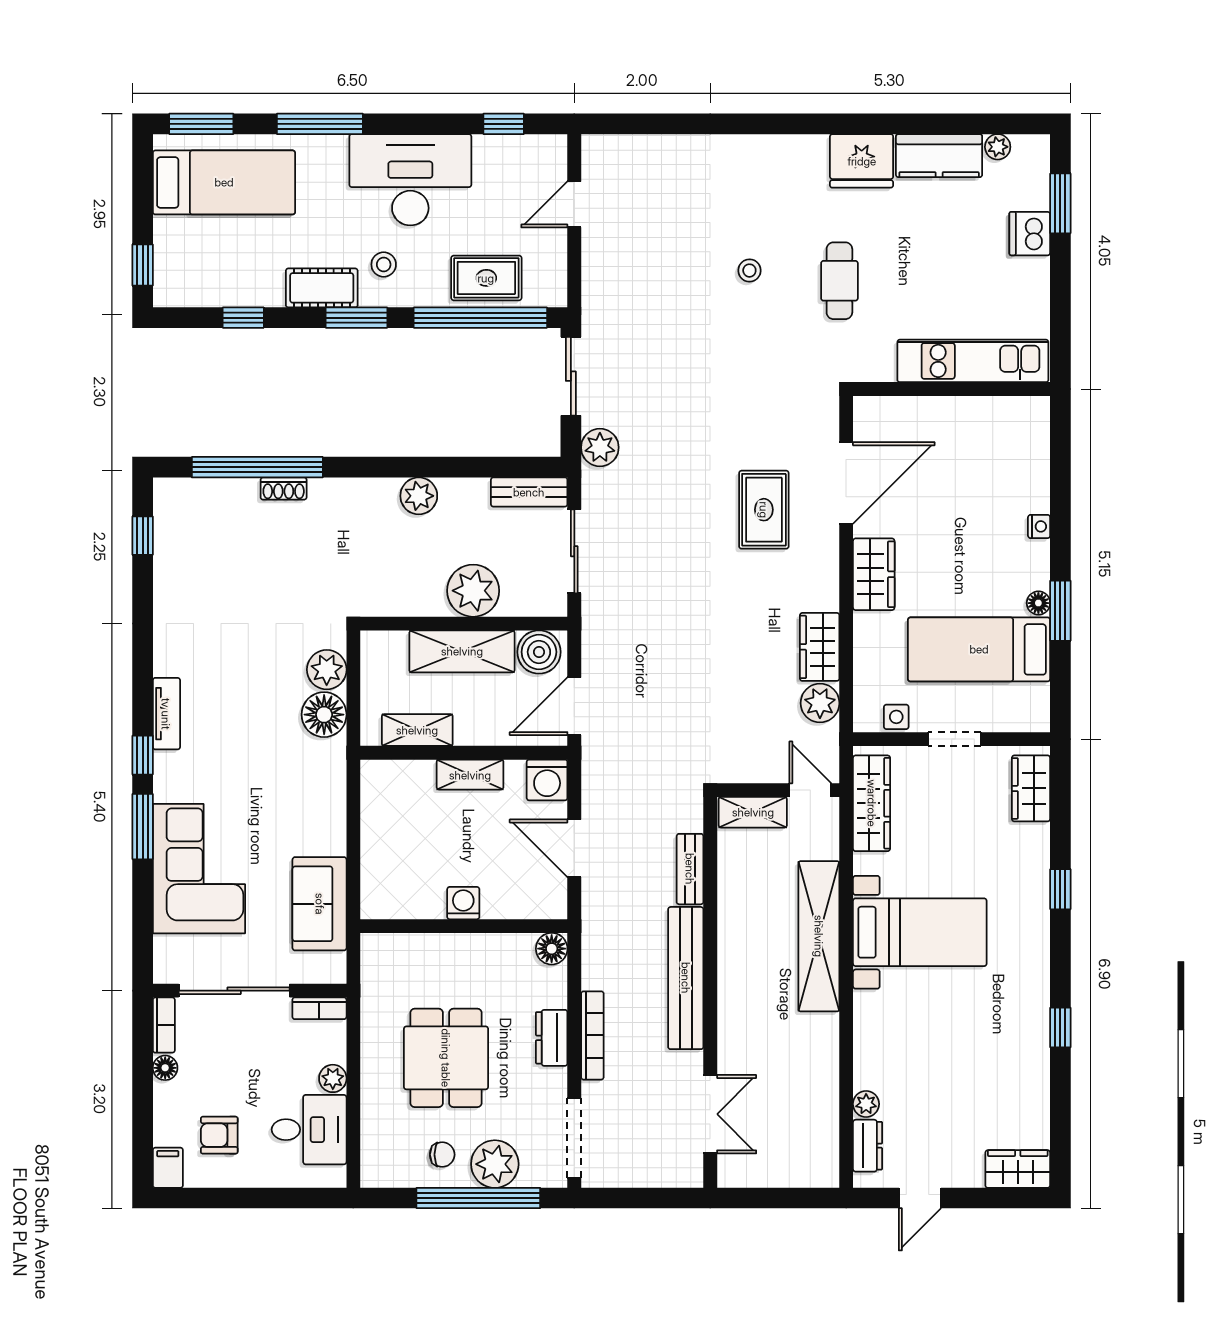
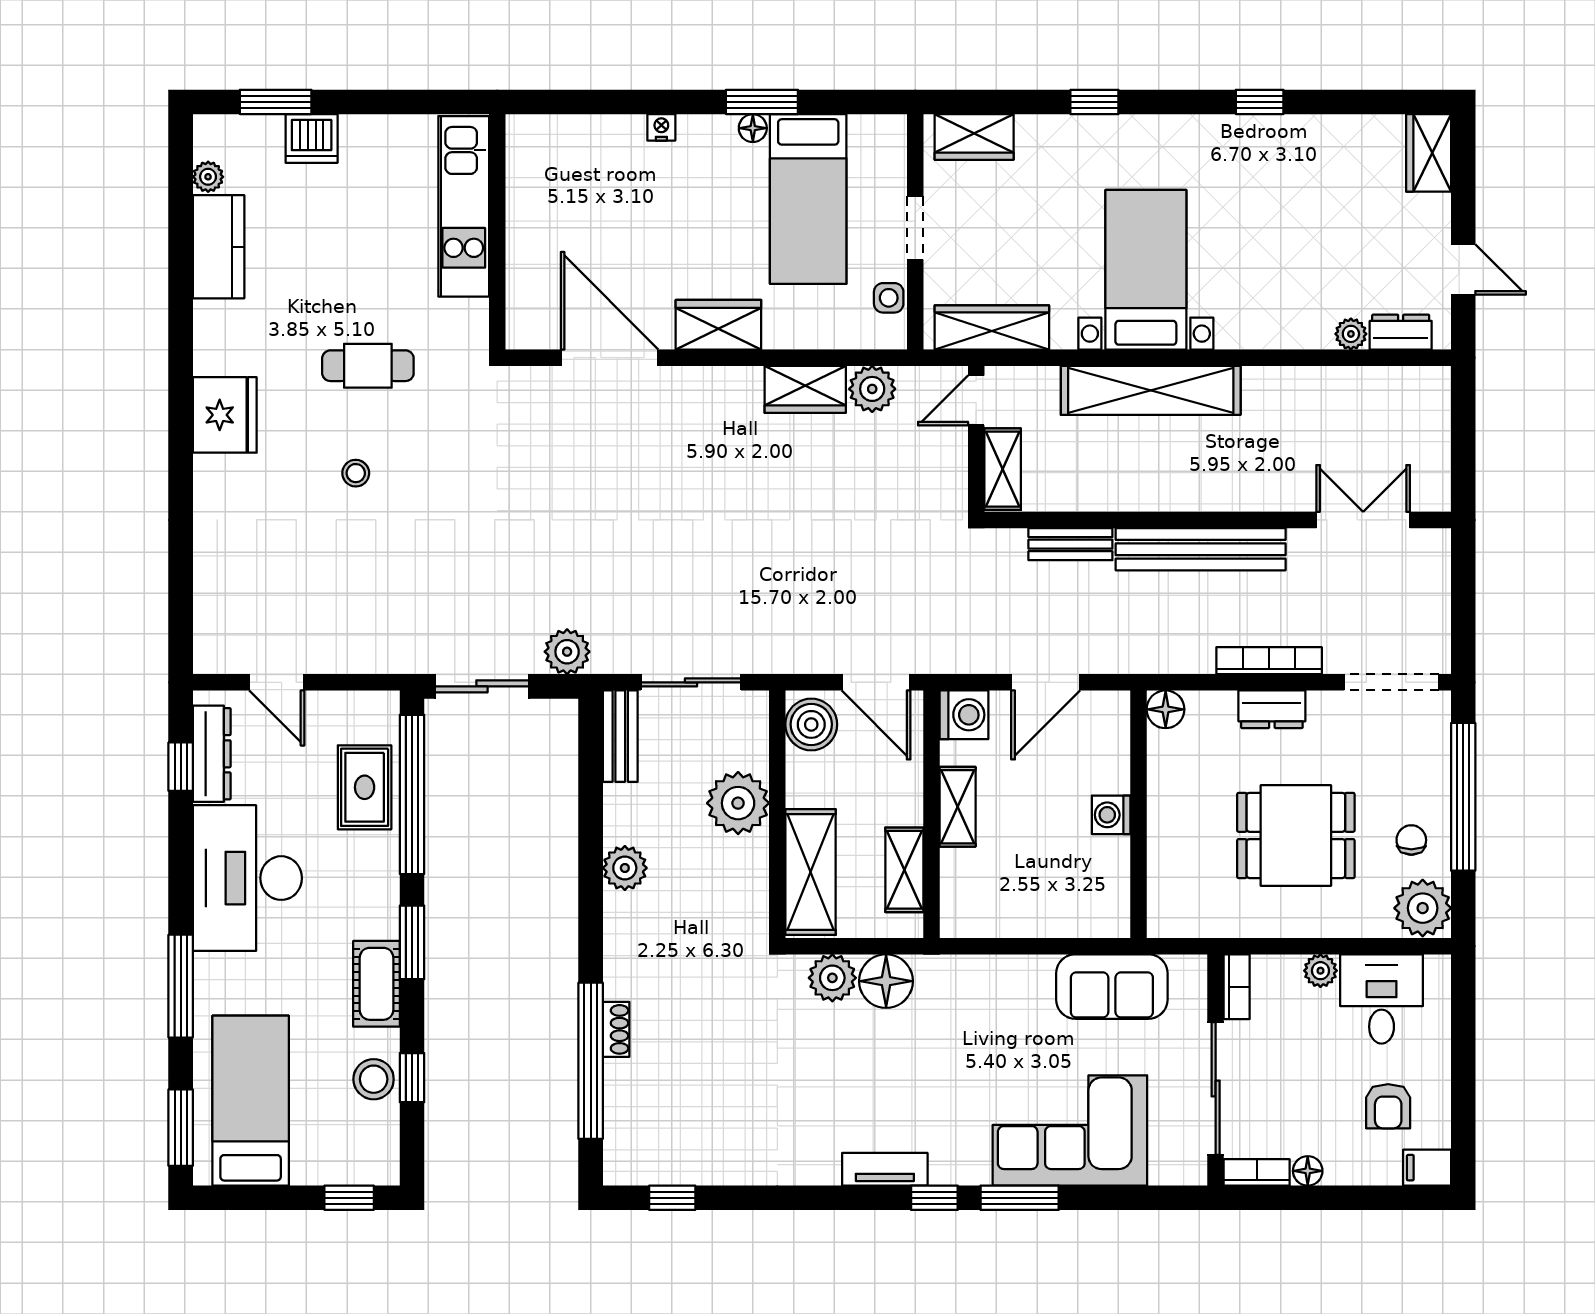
dresser: (514, 150) -> (212, 754), added
fridge: (862, 161) -> (225, 415), moved
stool: (384, 264) -> (374, 1079), moved, width x1.37, depth x1.37
rug: (764, 510) -> (641, 456), removed
shelving: (462, 651) -> (811, 872), moved
plant: (495, 1164) -> (1423, 908), moved

